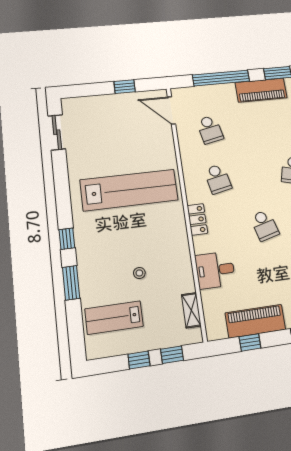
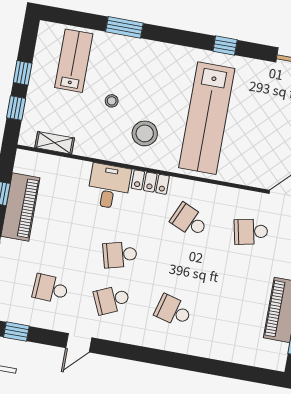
school desk: (218, 179) -> (189, 221), turned 36
stool: (158, 236) -> (145, 133), added
window: (67, 239) -> (225, 45), moved
desk: (215, 270) -> (109, 186), moved

